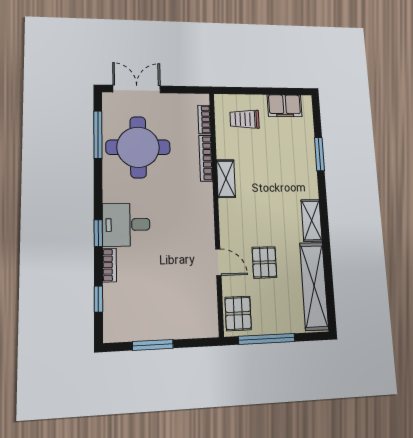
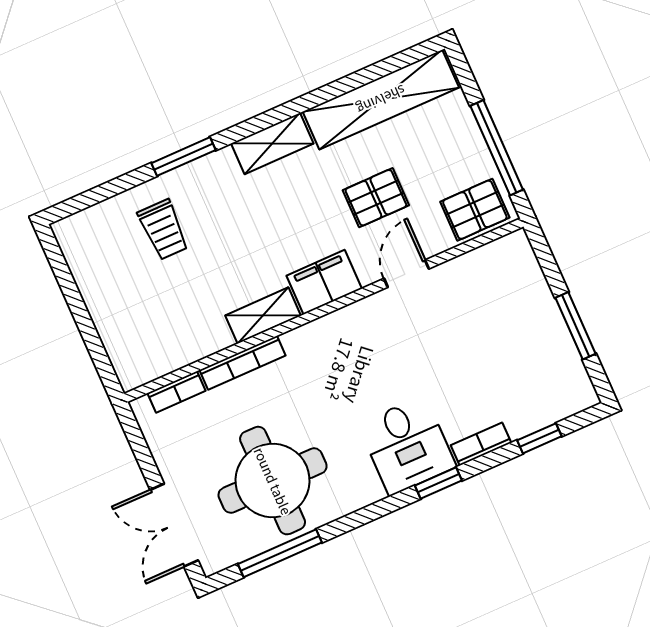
filing cabinet: (285, 106) -> (324, 282), moved, turned -90
trolley: (245, 119) -> (163, 230), moved
window: (319, 154) -> (183, 157), moved

